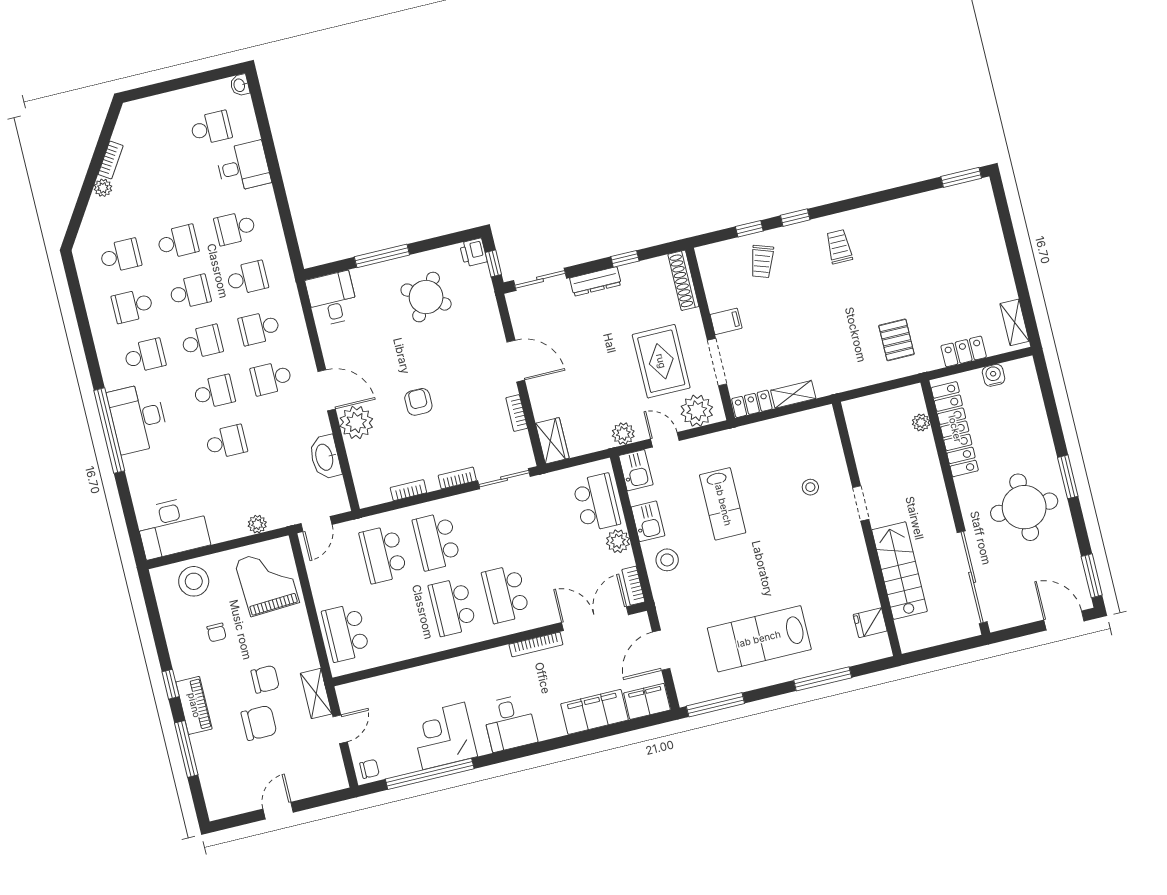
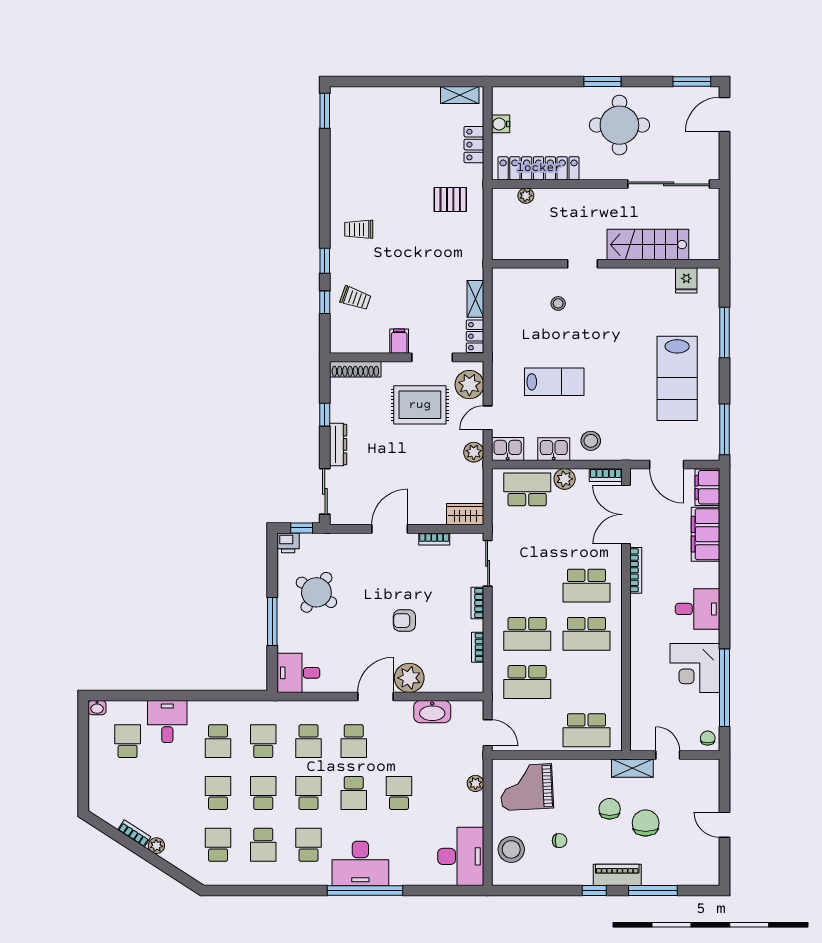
school desk: (214, 392) -> (354, 793), turned 180

